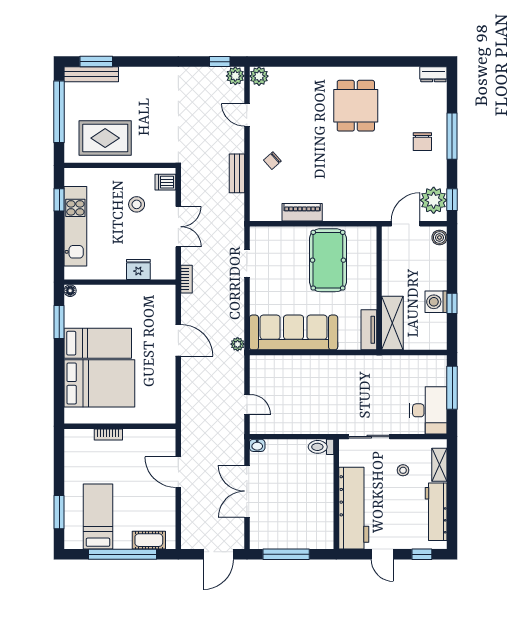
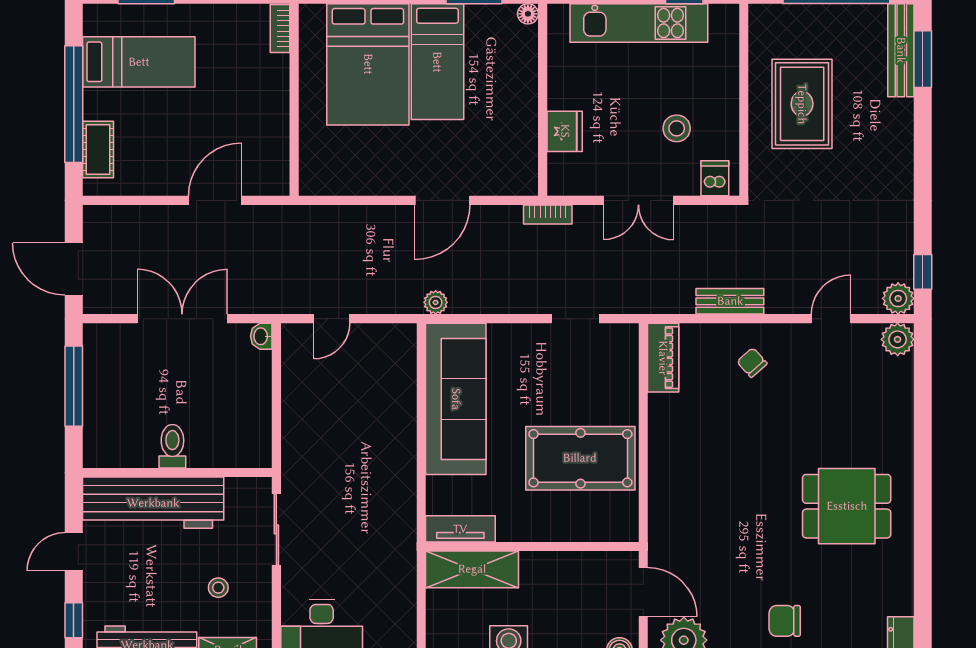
rug: (105, 138) -> (802, 104), moved
piano: (302, 212) -> (663, 358), moved
bookcase: (108, 434) -> (280, 29), moved
toilet: (321, 447) -> (172, 446), moved

